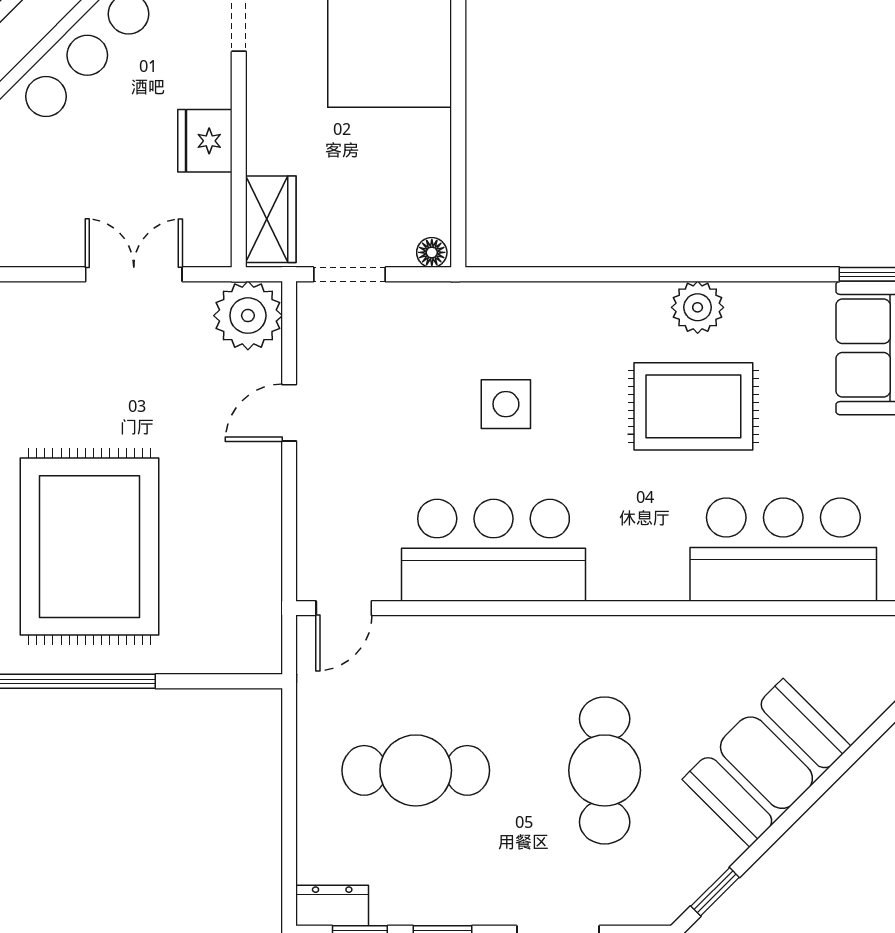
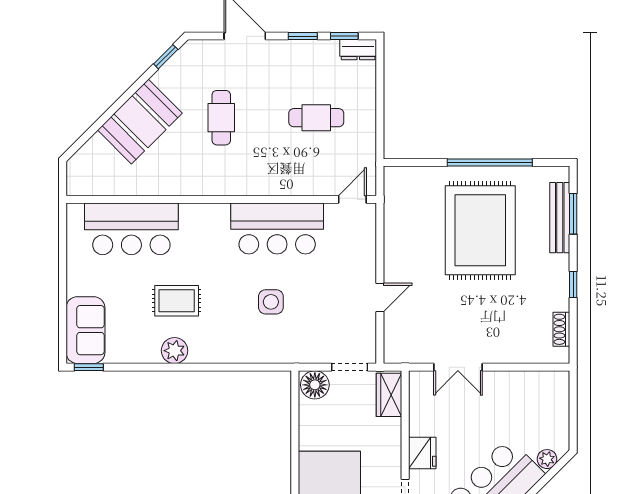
fridge: (205, 141) -> (422, 453), moved
floor lamp: (432, 252) -> (315, 385), width x1.89, depth x1.89
plant: (248, 316) -> (401, 346), removed
rug: (693, 406) -> (177, 301), width x0.73, depth x0.70
cafe table: (416, 770) -> (316, 118), width x0.73, depth x0.74
cafe table: (605, 770) -> (221, 118), width x0.73, depth x0.74

